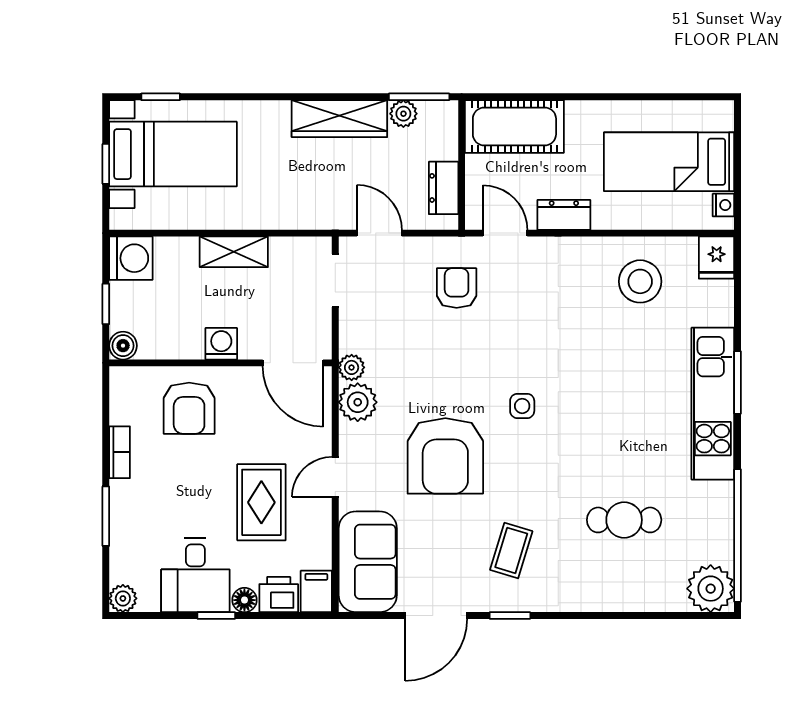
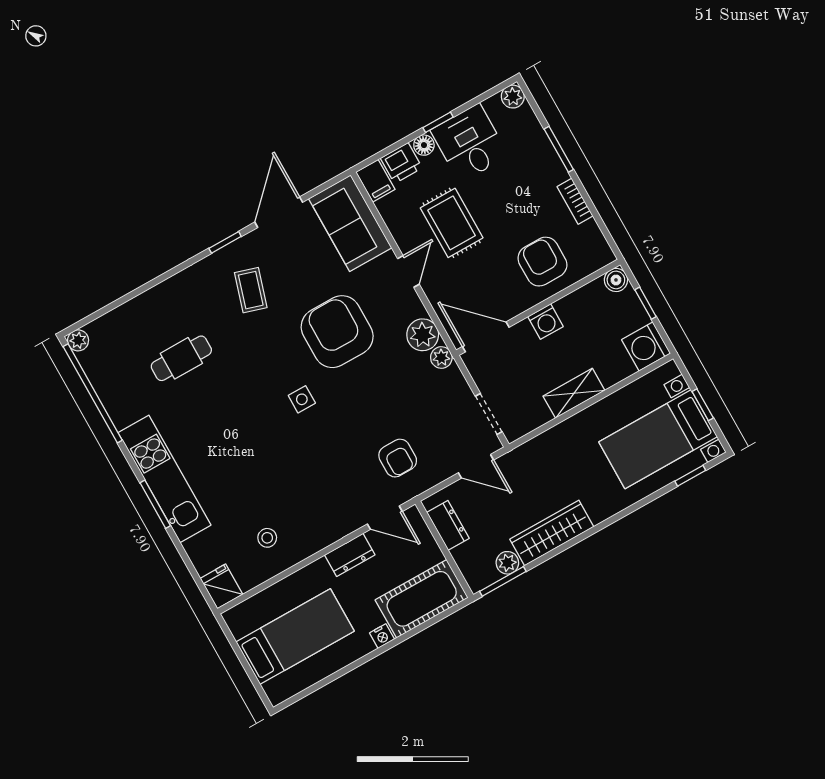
nightstand: (723, 205) -> (382, 636), moved, turned -90
stool: (640, 281) -> (267, 538), width x0.53, depth x0.53
plant: (711, 589) -> (78, 340), width x0.53, depth x0.53

